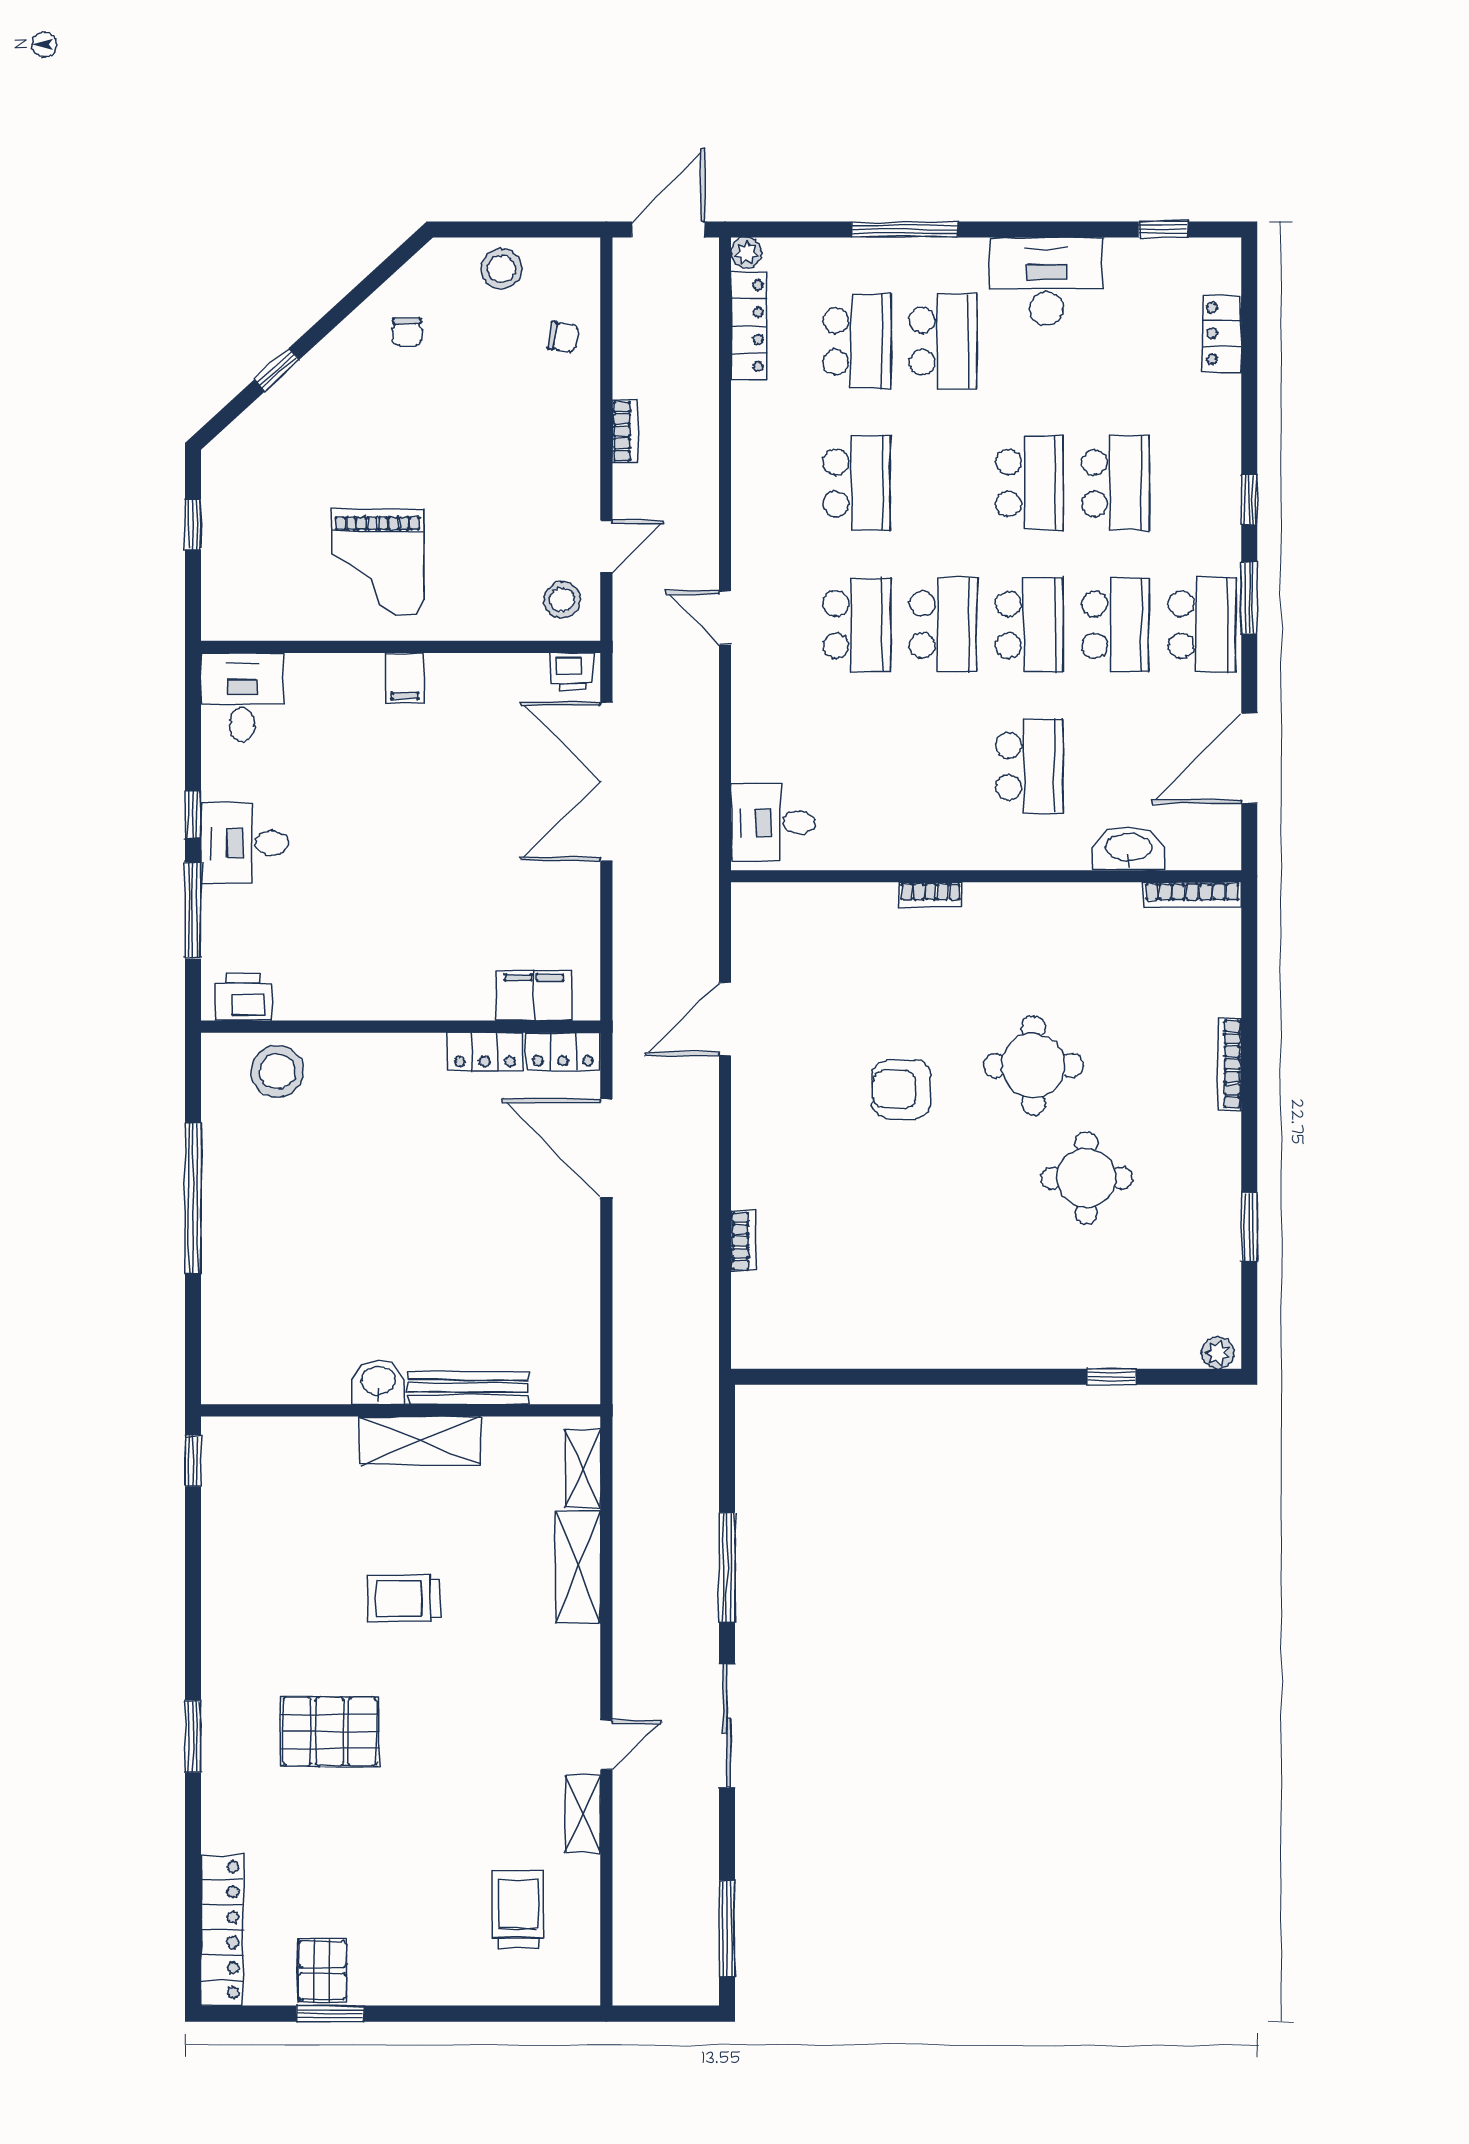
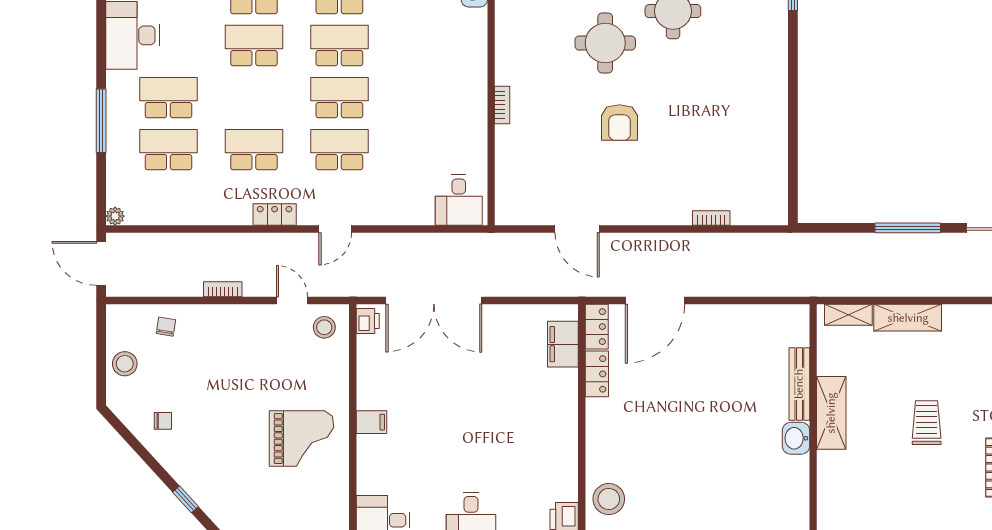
locker: (749, 326) -> (275, 215), moved, width x0.66
school desk: (1029, 766) -> (425, 46), removed
trolley: (404, 1598) -> (927, 423), turned 180

